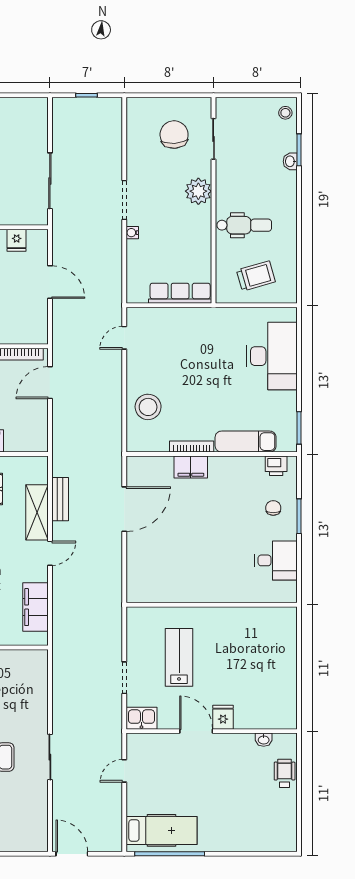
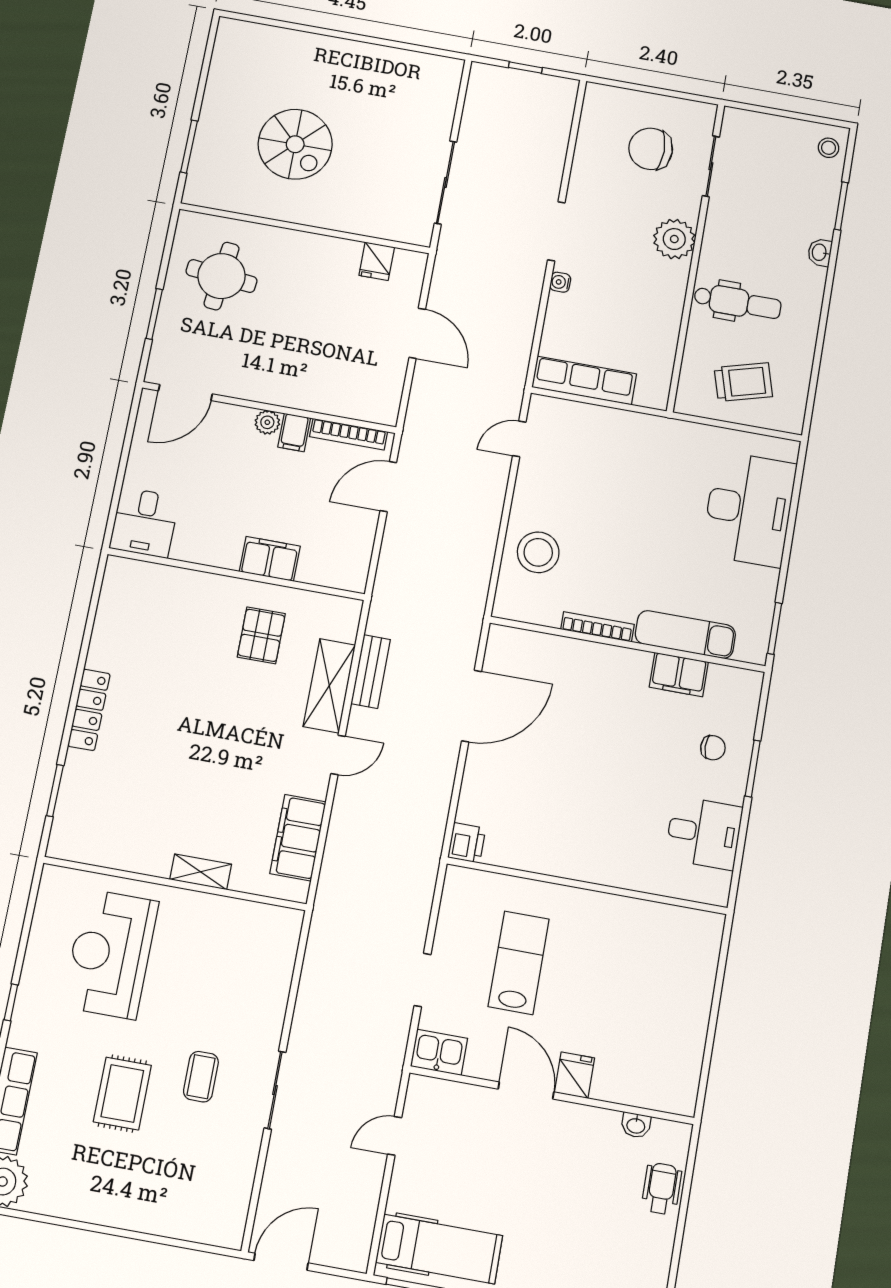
chair: (174, 135) -> (651, 149), turned -86
washbasin: (290, 161) -> (820, 252), moved
row of seats: (180, 293) -> (584, 381), moved
printer: (276, 466) -> (467, 843), moved, turned -90
filing cabinet: (191, 467) -> (679, 675), moved
chair: (273, 508) -> (713, 748), turned 90
door: (72, 854) -> (281, 1262), hinge flipped

